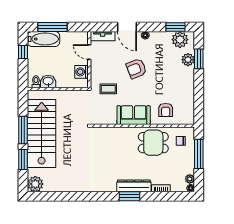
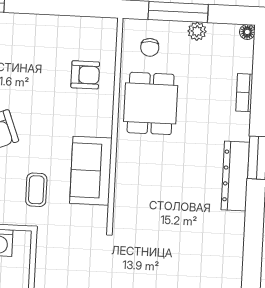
sofa: (134, 115) -> (91, 171), moved
plant: (190, 179) -> (197, 31), moved
dresser: (134, 186) -> (235, 176), moved

